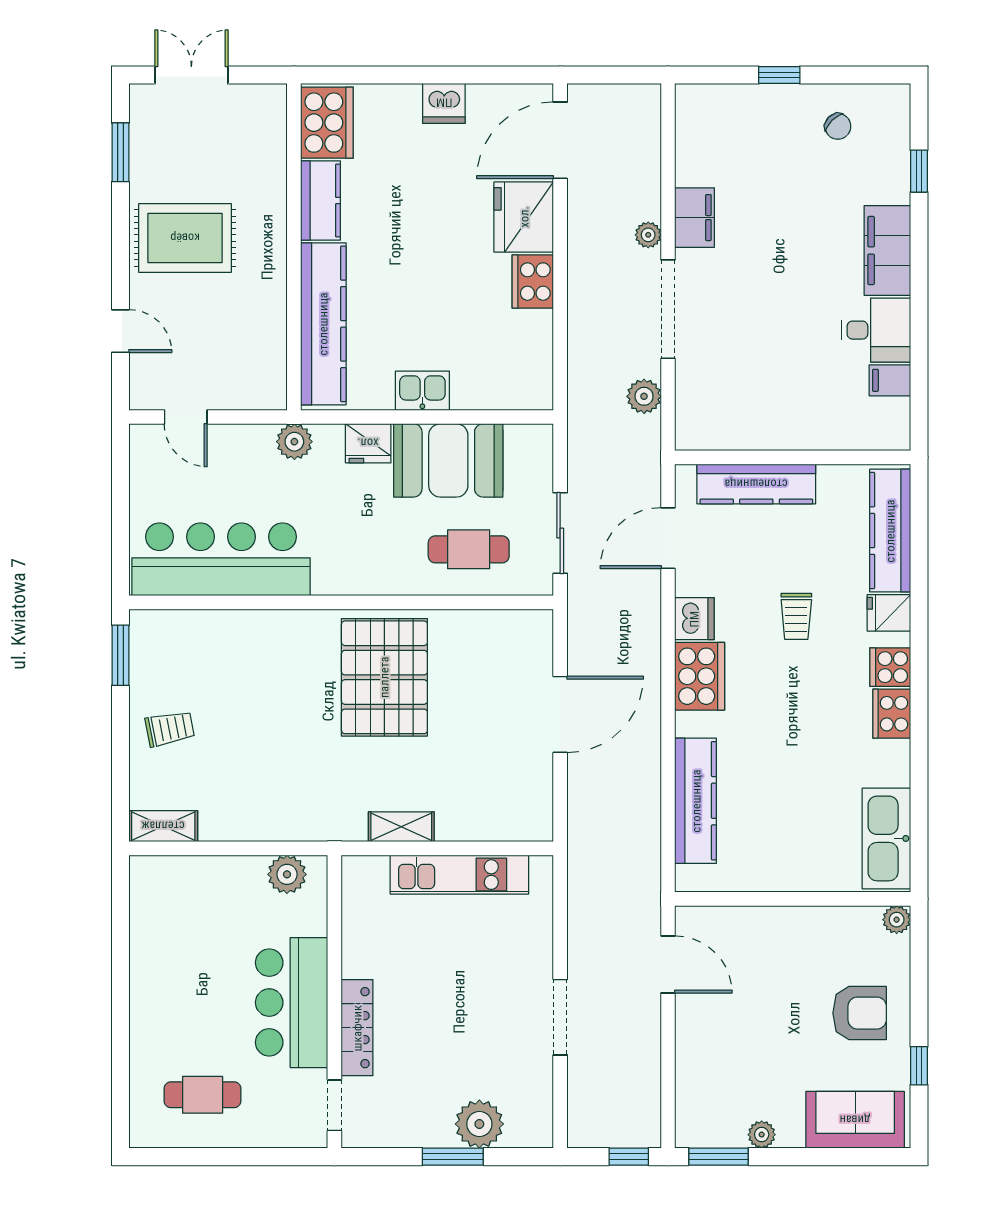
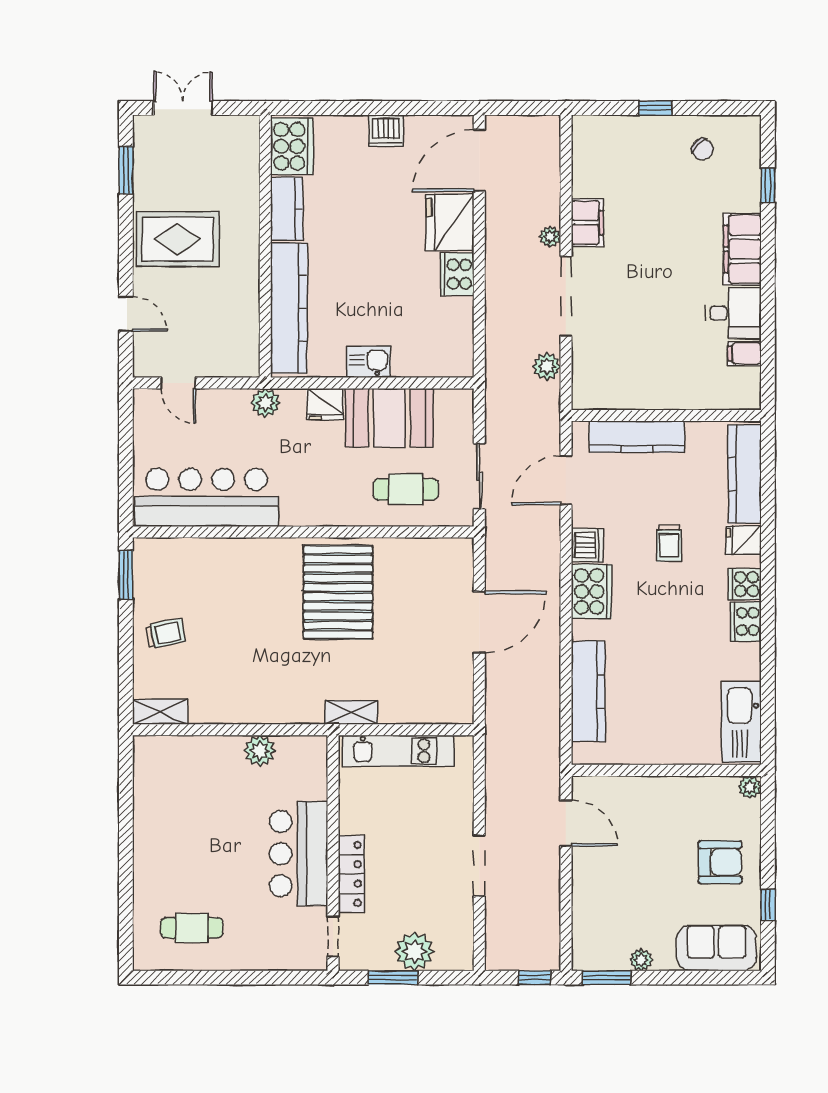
wall: (334, 1002) -> (333, 853), moved
bar counter: (292, 1003) -> (299, 854), moved
locker: (357, 1028) -> (351, 874), moved
doorway: (334, 1105) -> (333, 936), moved

